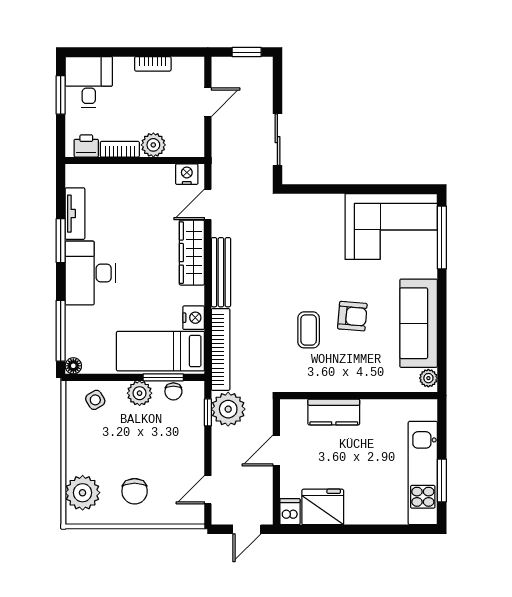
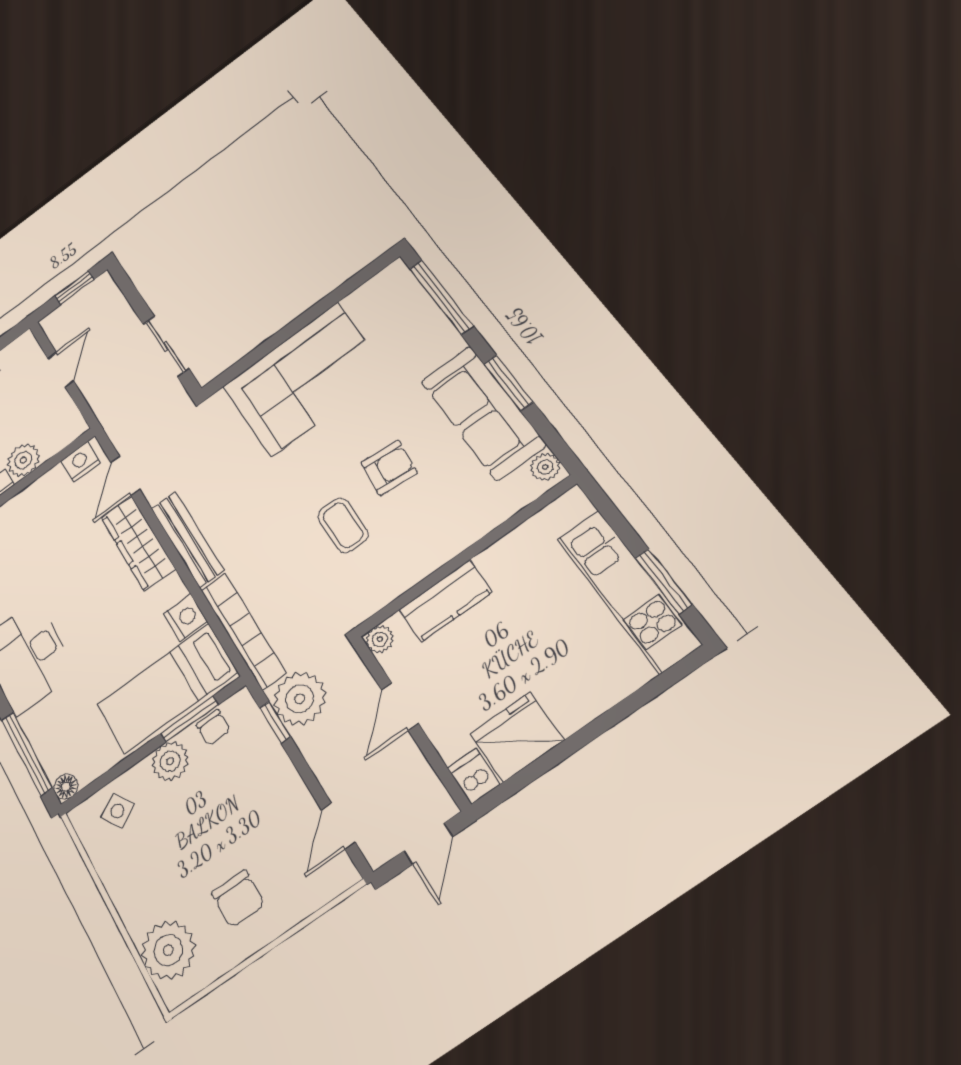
corner sofa: (391, 226) -> (304, 379), moved
window: (442, 317) -> (508, 383), added
plant: (288, 408) -> (380, 639), added

